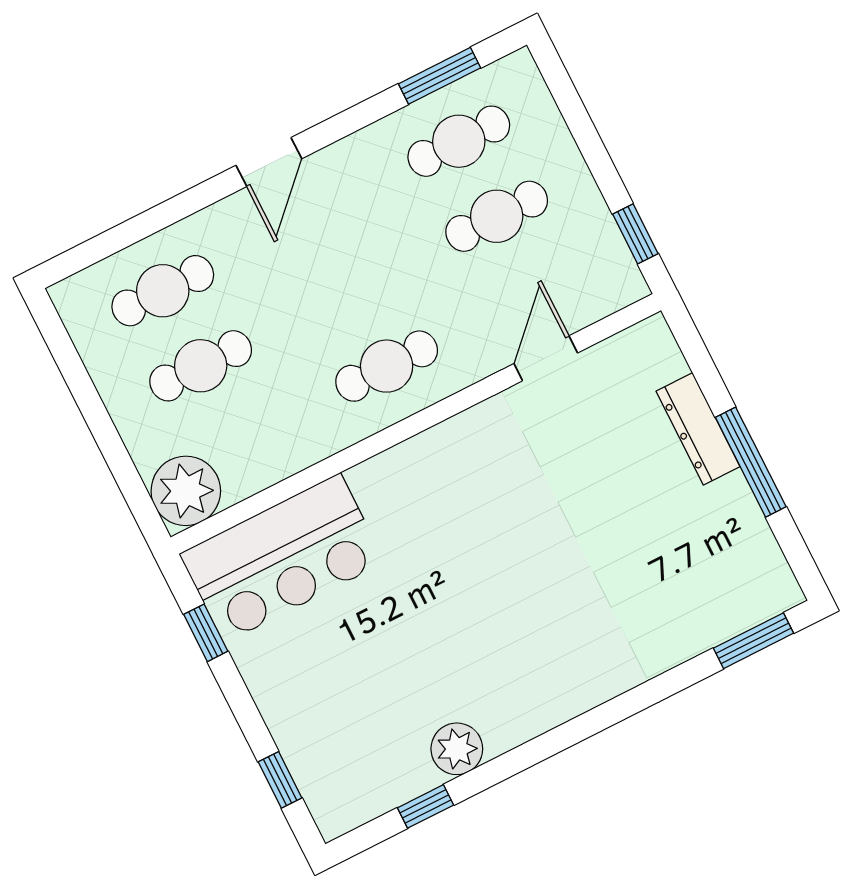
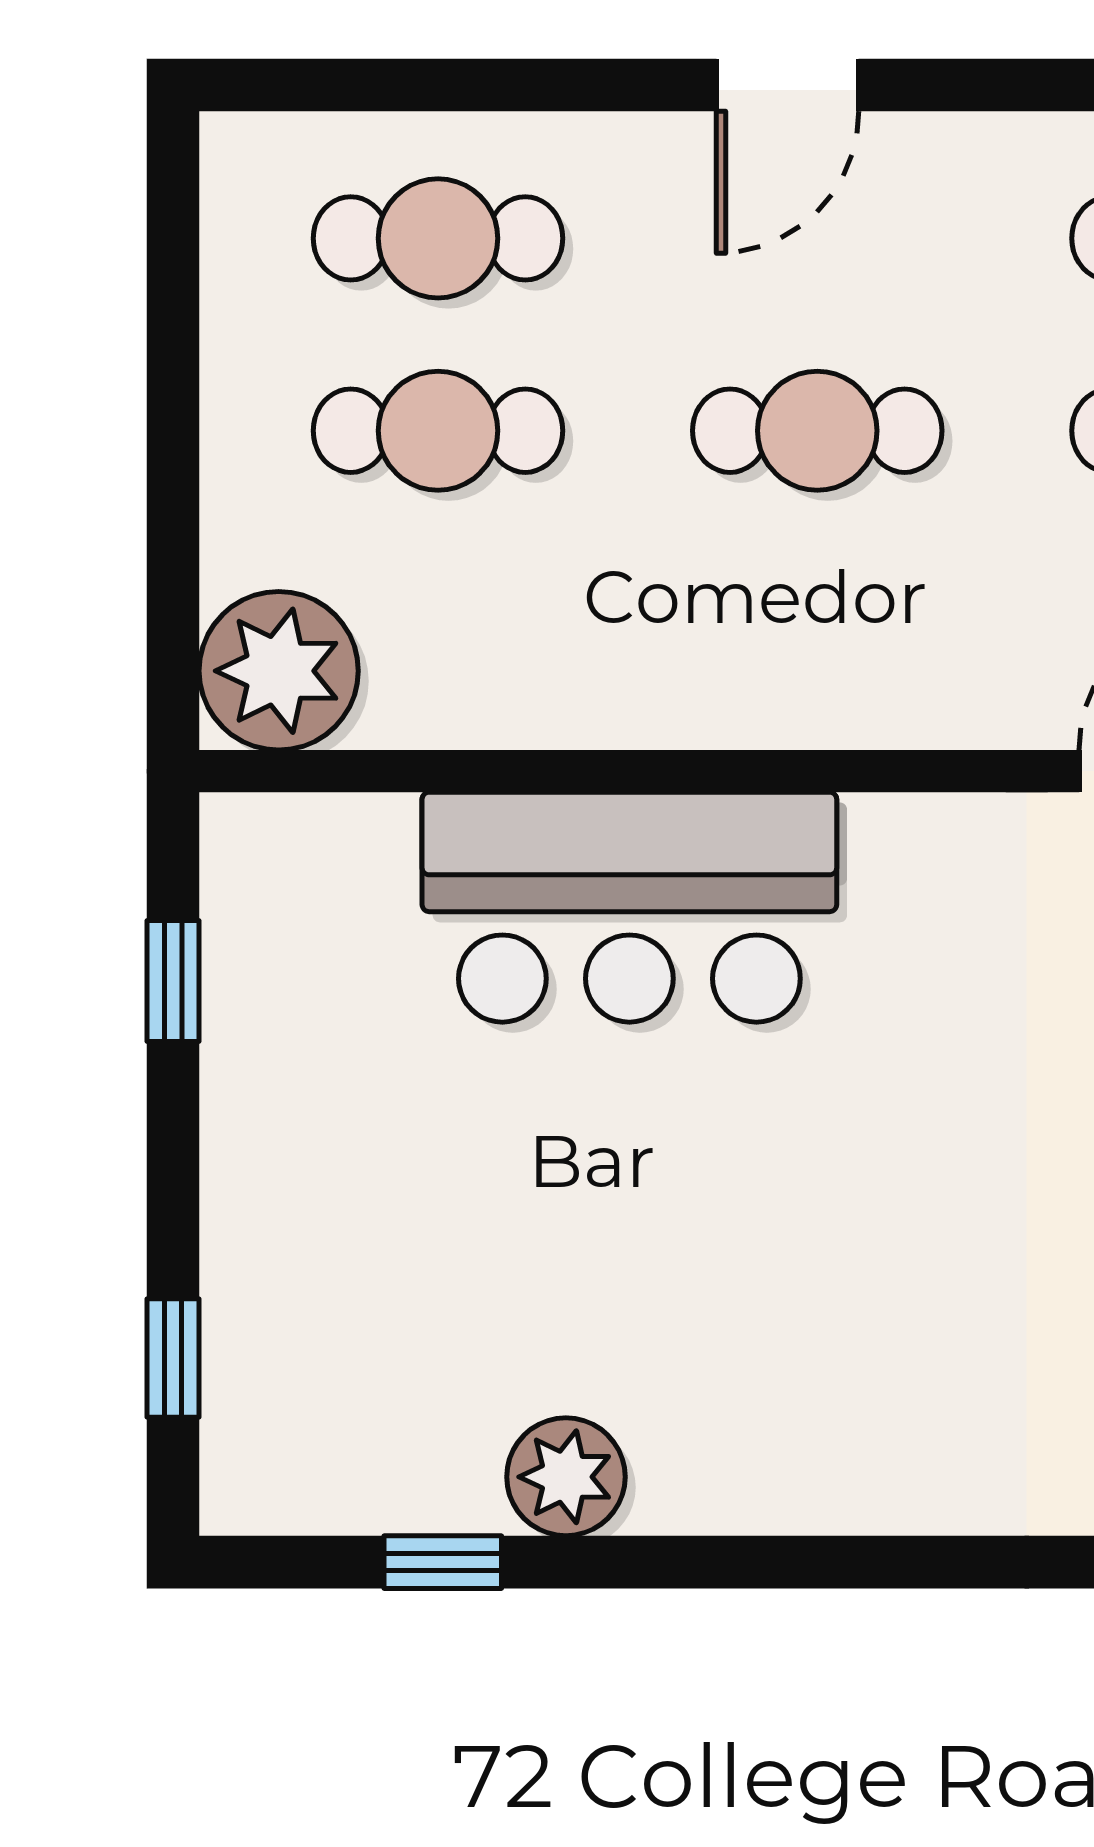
cafe table: (387, 366) -> (817, 431), moved
bar counter: (282, 558) -> (629, 907), moved

